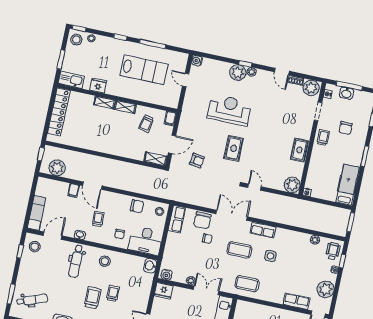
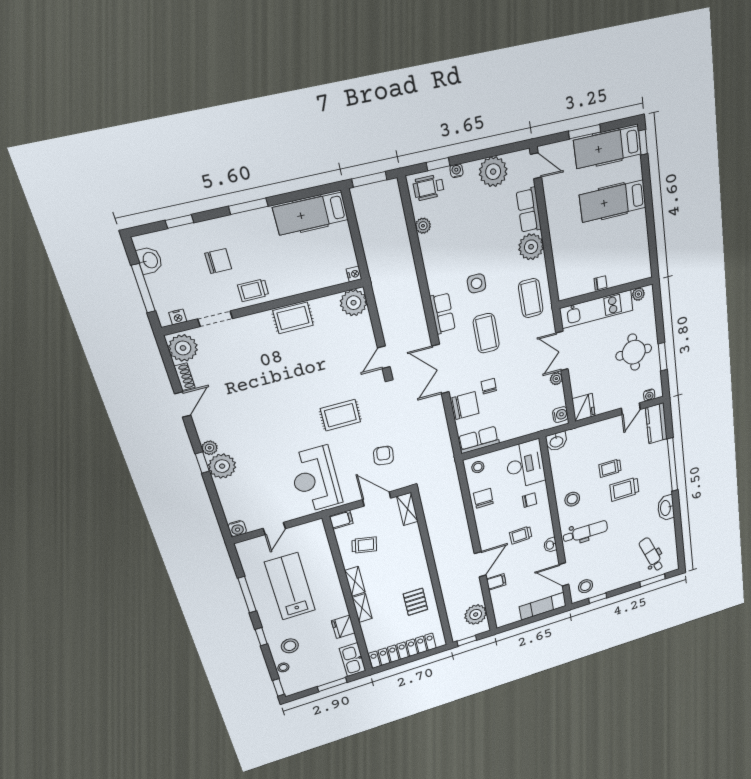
stool: (76, 40) -> (290, 646), moved
washbasin: (346, 93) -> (150, 260), moved
reception desk: (229, 110) -> (315, 479), moved
pallet: (89, 135) -> (415, 602), added
plant: (276, 295) -> (531, 247), added

